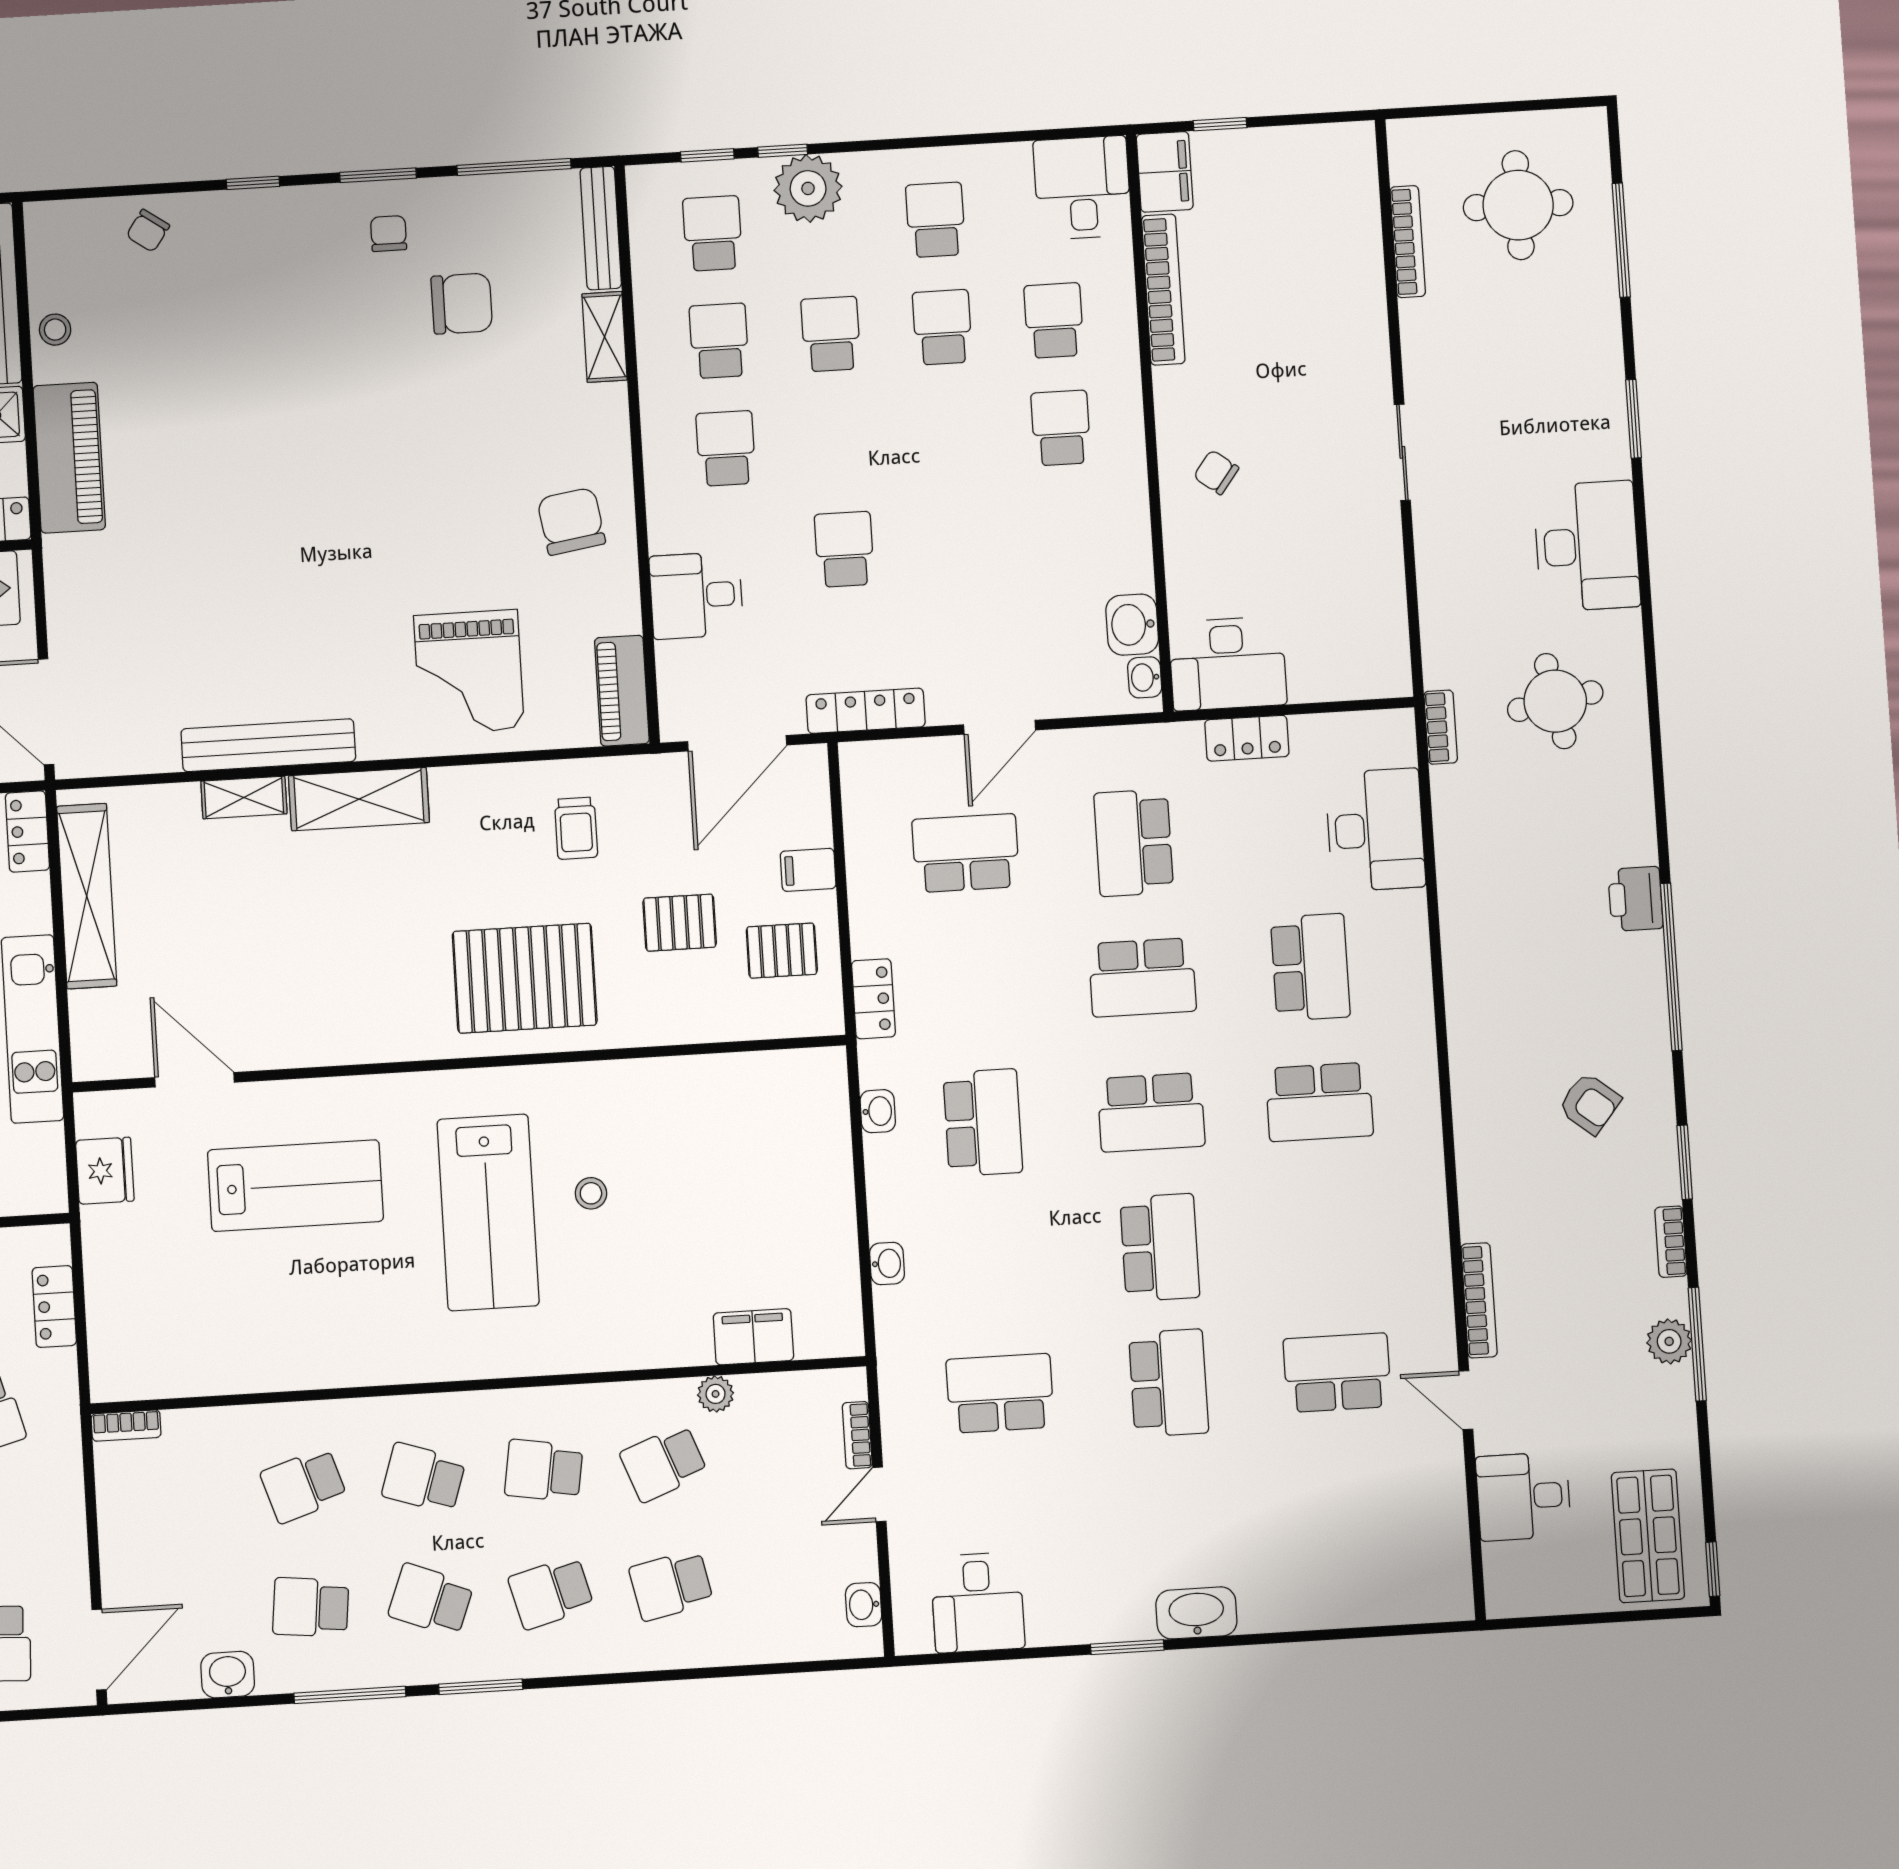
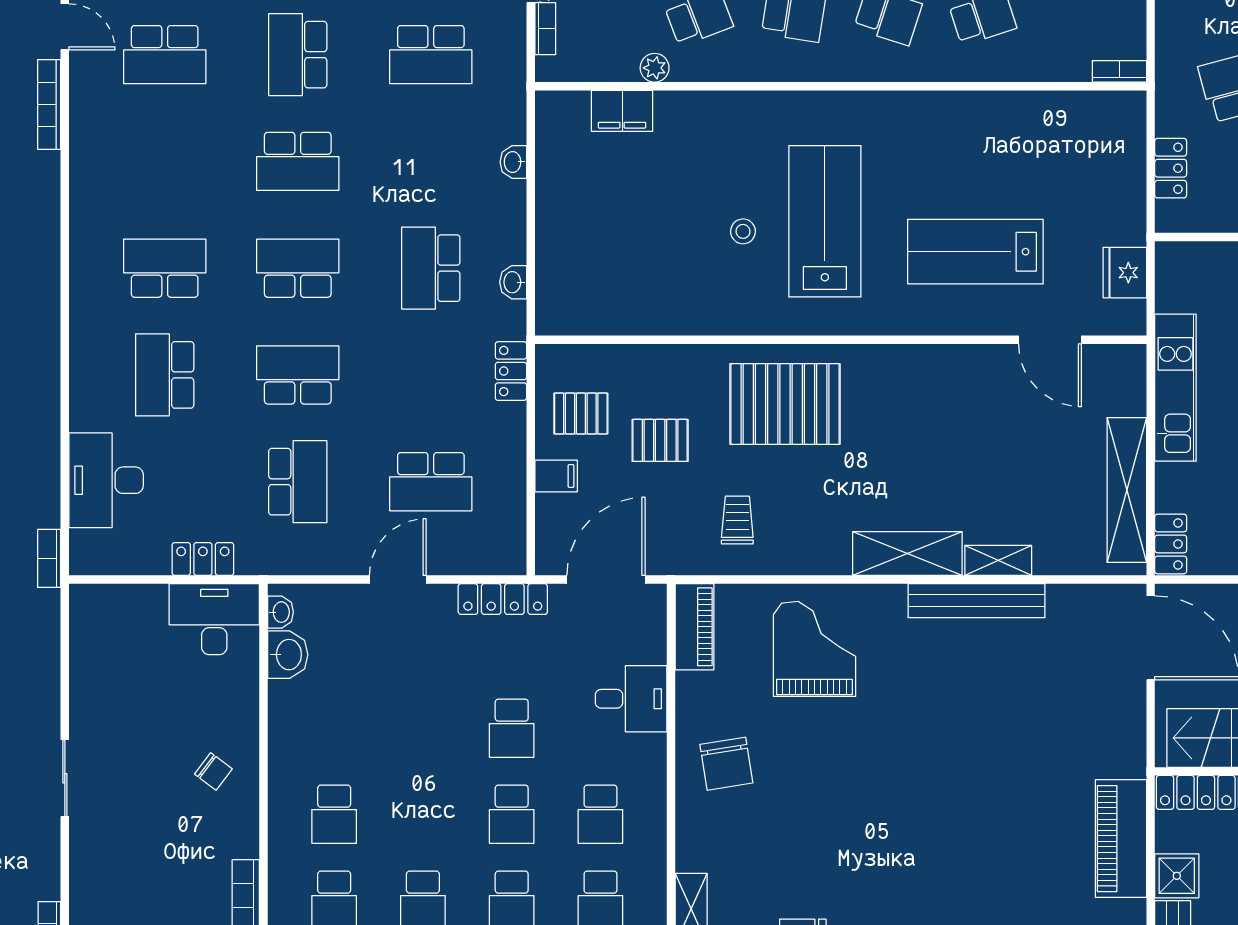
school desk: (838, 442) -> (512, 814), added
school desk: (1160, 1248) -> (298, 161), turned -90

